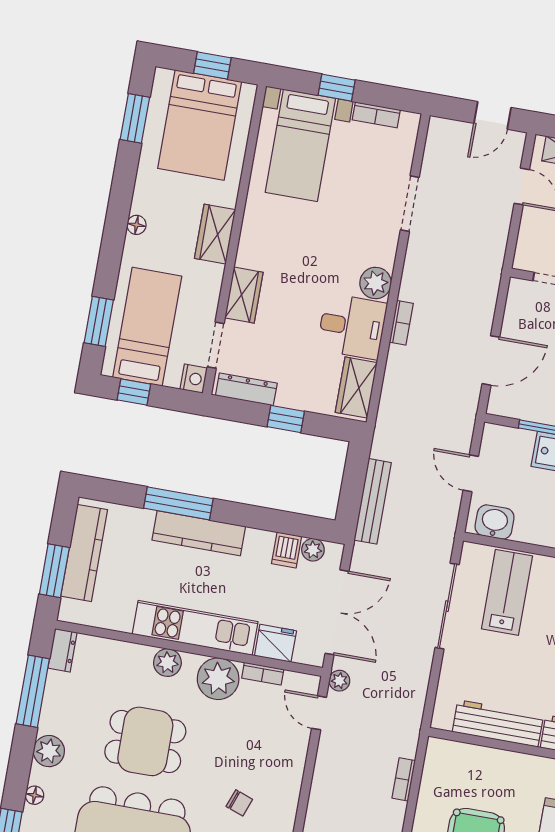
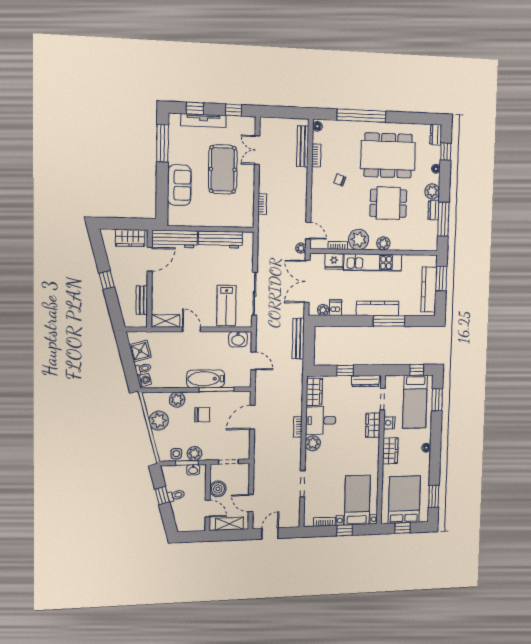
nightstand: (194, 379) -> (389, 423), moved
dresser: (63, 650) -> (434, 210), moved

